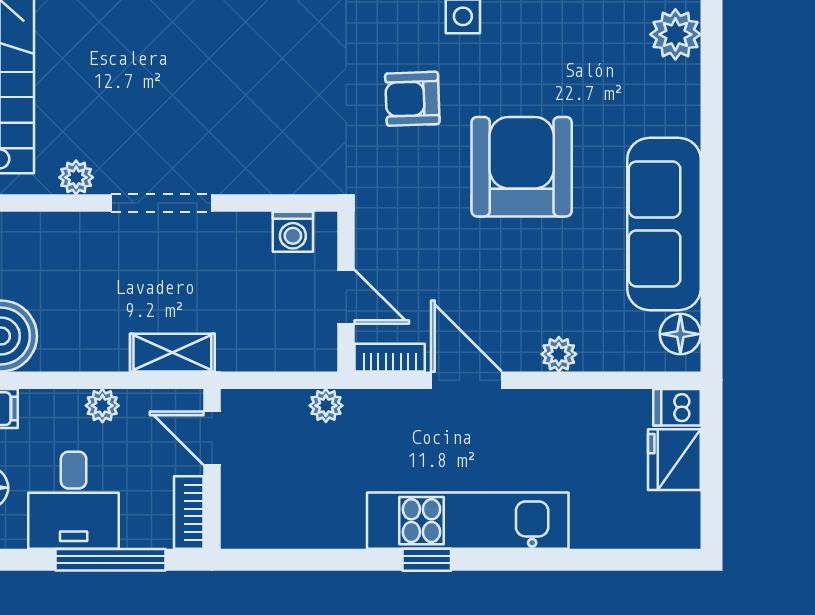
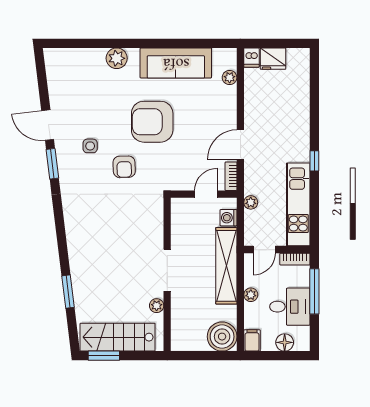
plant: (675, 34) -> (117, 58), moved
washing machine: (293, 232) -> (228, 218), moved, turned 180
floor lamp: (680, 334) -> (221, 56), removed
shelving: (172, 353) -> (226, 266), width x2.20, depth x1.33
plant: (559, 354) -> (230, 78), moved
kitchen unit: (468, 521) -> (298, 204), moved

